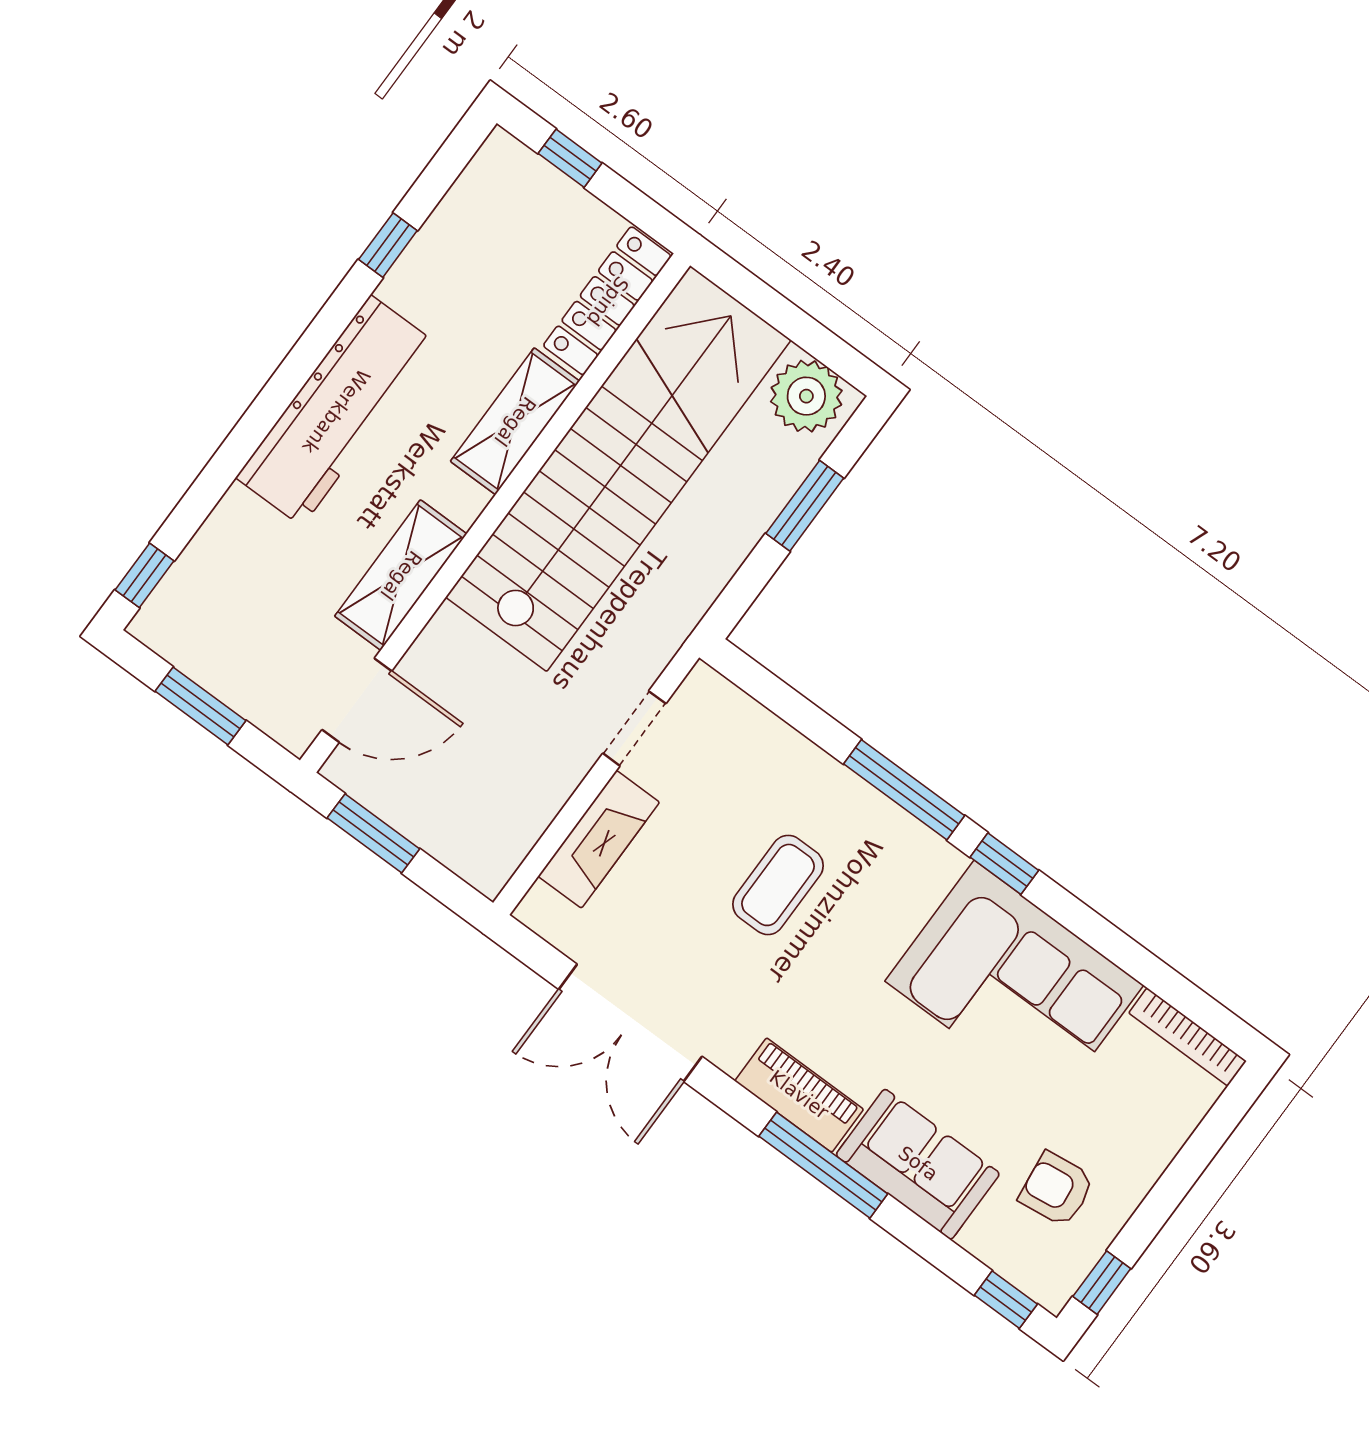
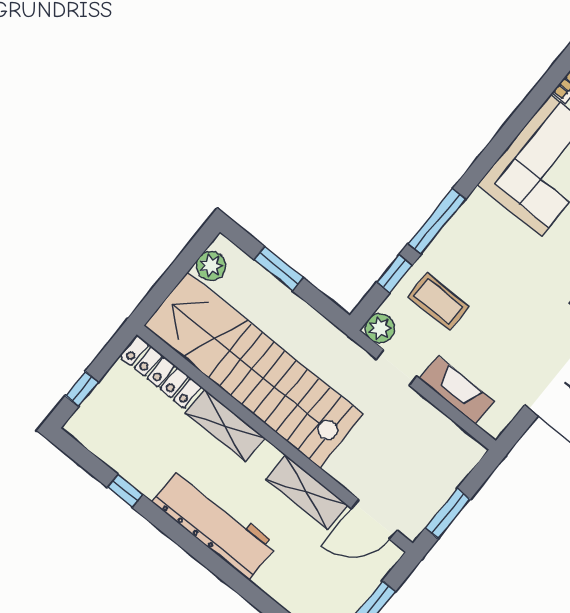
plant: (806, 396) -> (211, 266), width x0.73, depth x0.73
plant: (705, 695) -> (380, 328), added
door: (357, 700) -> (374, 519), swing flipped
window: (1004, 864) -> (394, 274), moved
coffee table: (778, 885) -> (438, 301), moved

